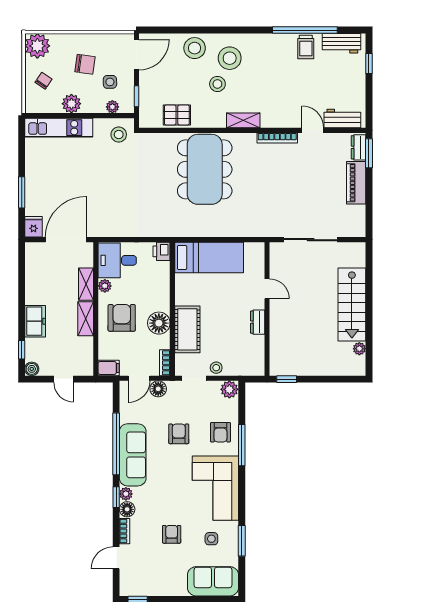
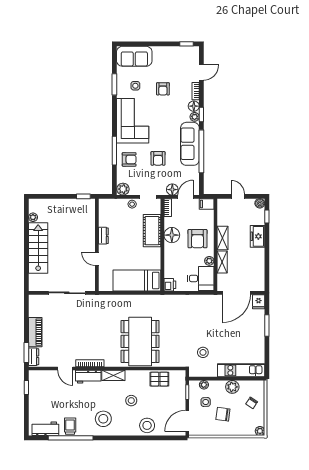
plant: (37, 46) -> (260, 431), width x0.53, depth x0.53
stool: (230, 58) -> (103, 419), moved
window: (369, 64) -> (26, 388), moved
workbench: (342, 118) -> (88, 377), moved
stool: (119, 135) -> (203, 352), moved
armchair: (220, 432) -> (129, 159), turned 90

